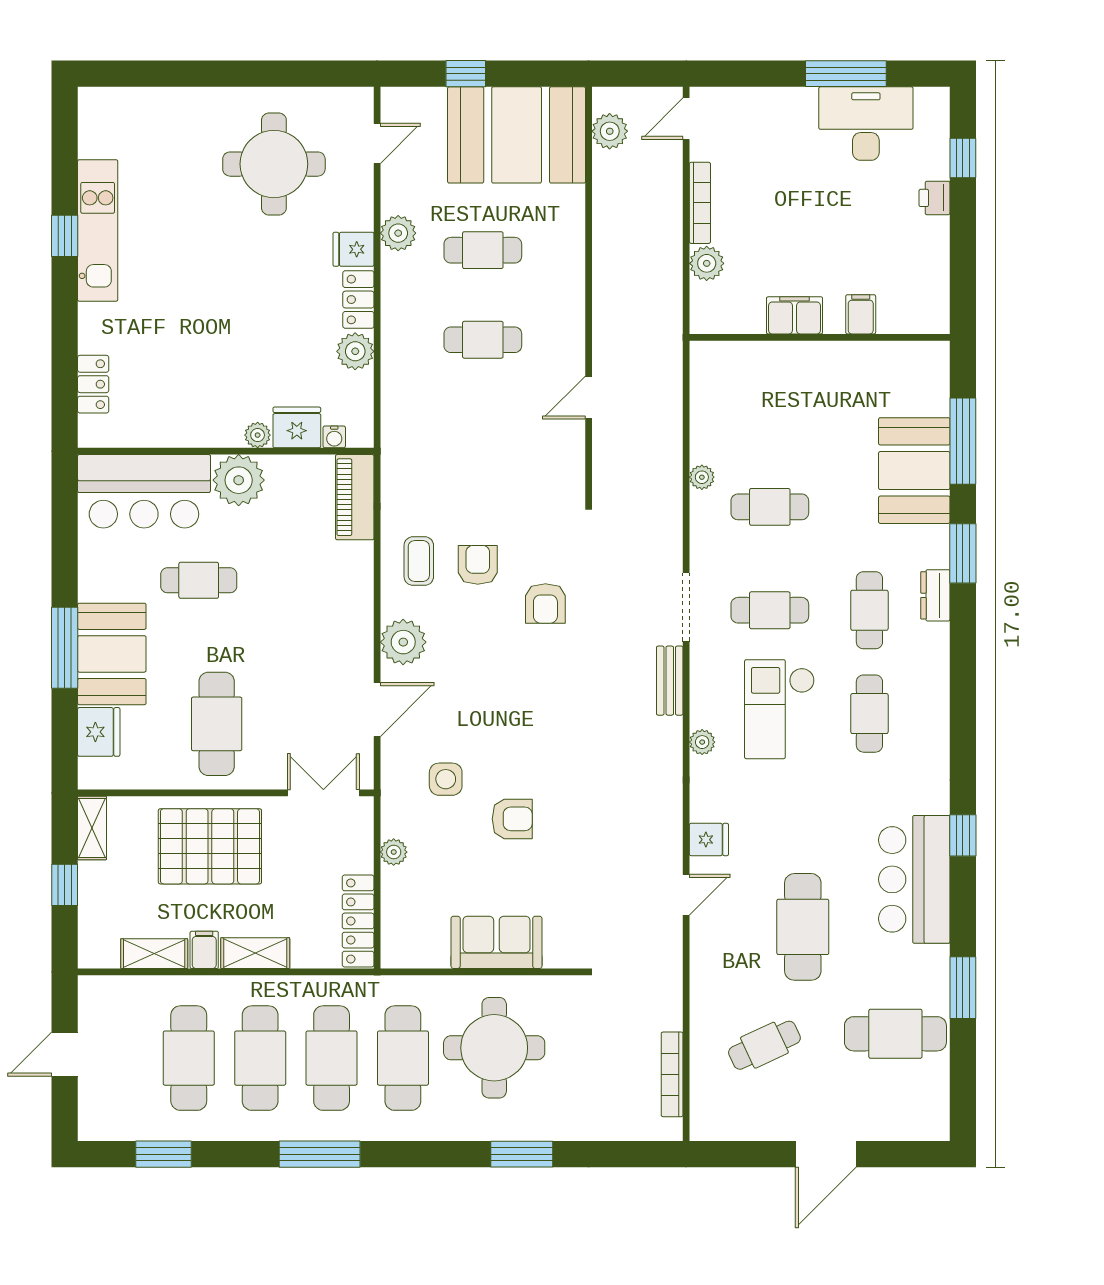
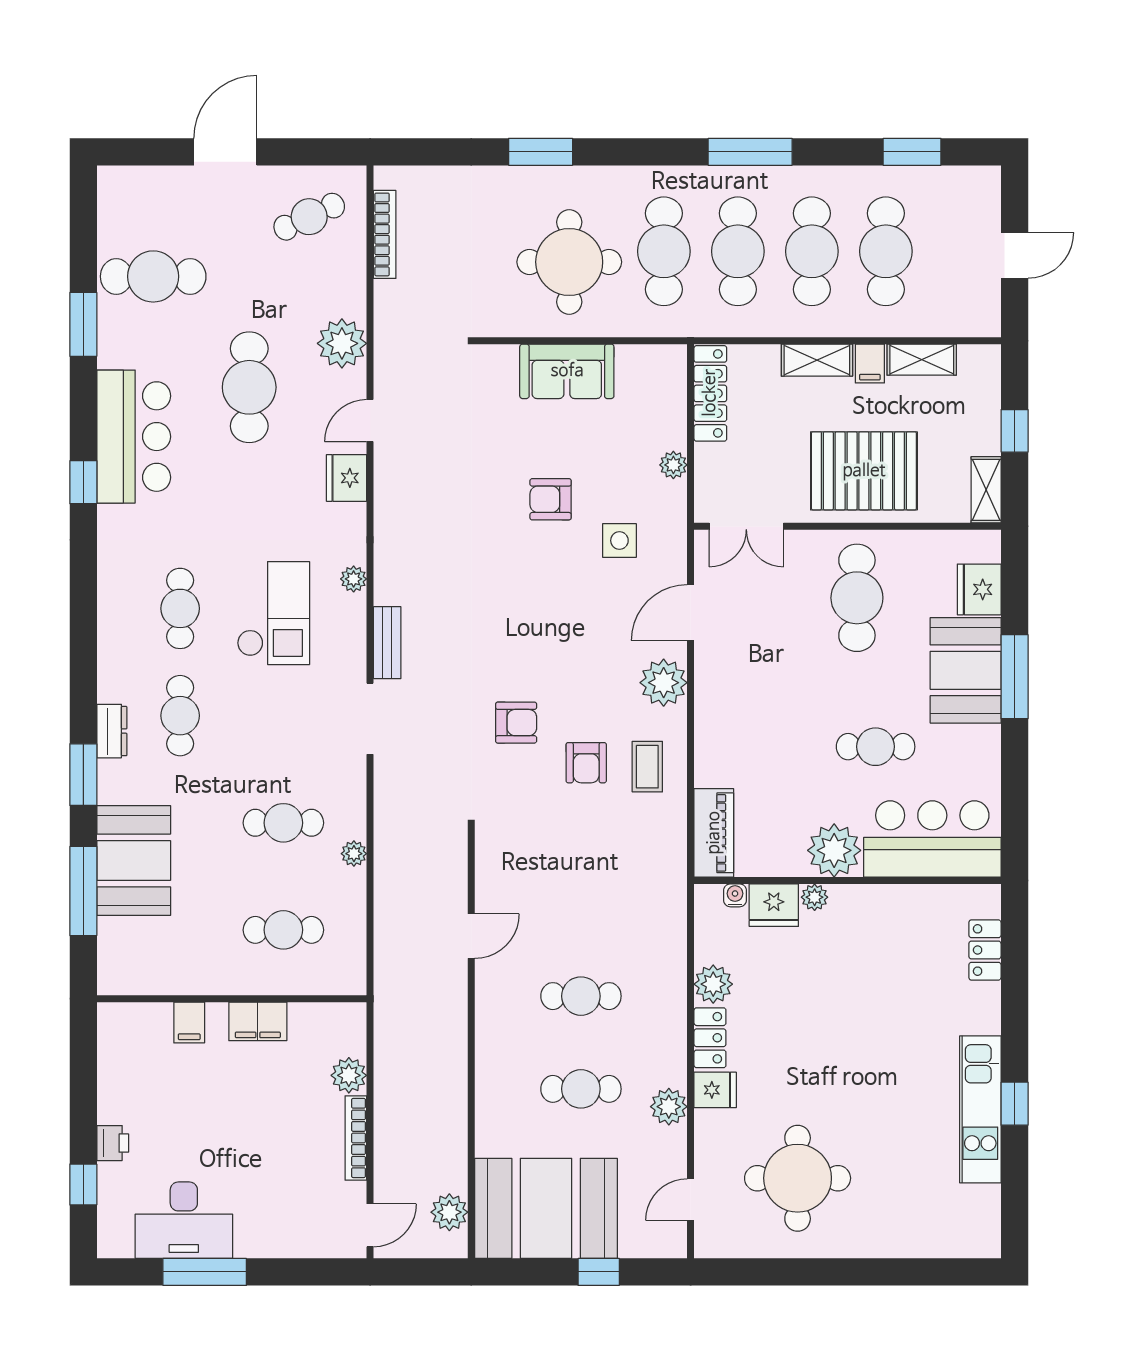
armchair: (545, 604) -> (516, 723), turned 90
cafe table: (770, 610) -> (283, 930), moved
fridge: (709, 840) -> (347, 478), width x1.38
plant: (713, 969) -> (342, 343), added
cafe table: (764, 1045) -> (309, 217), moved

